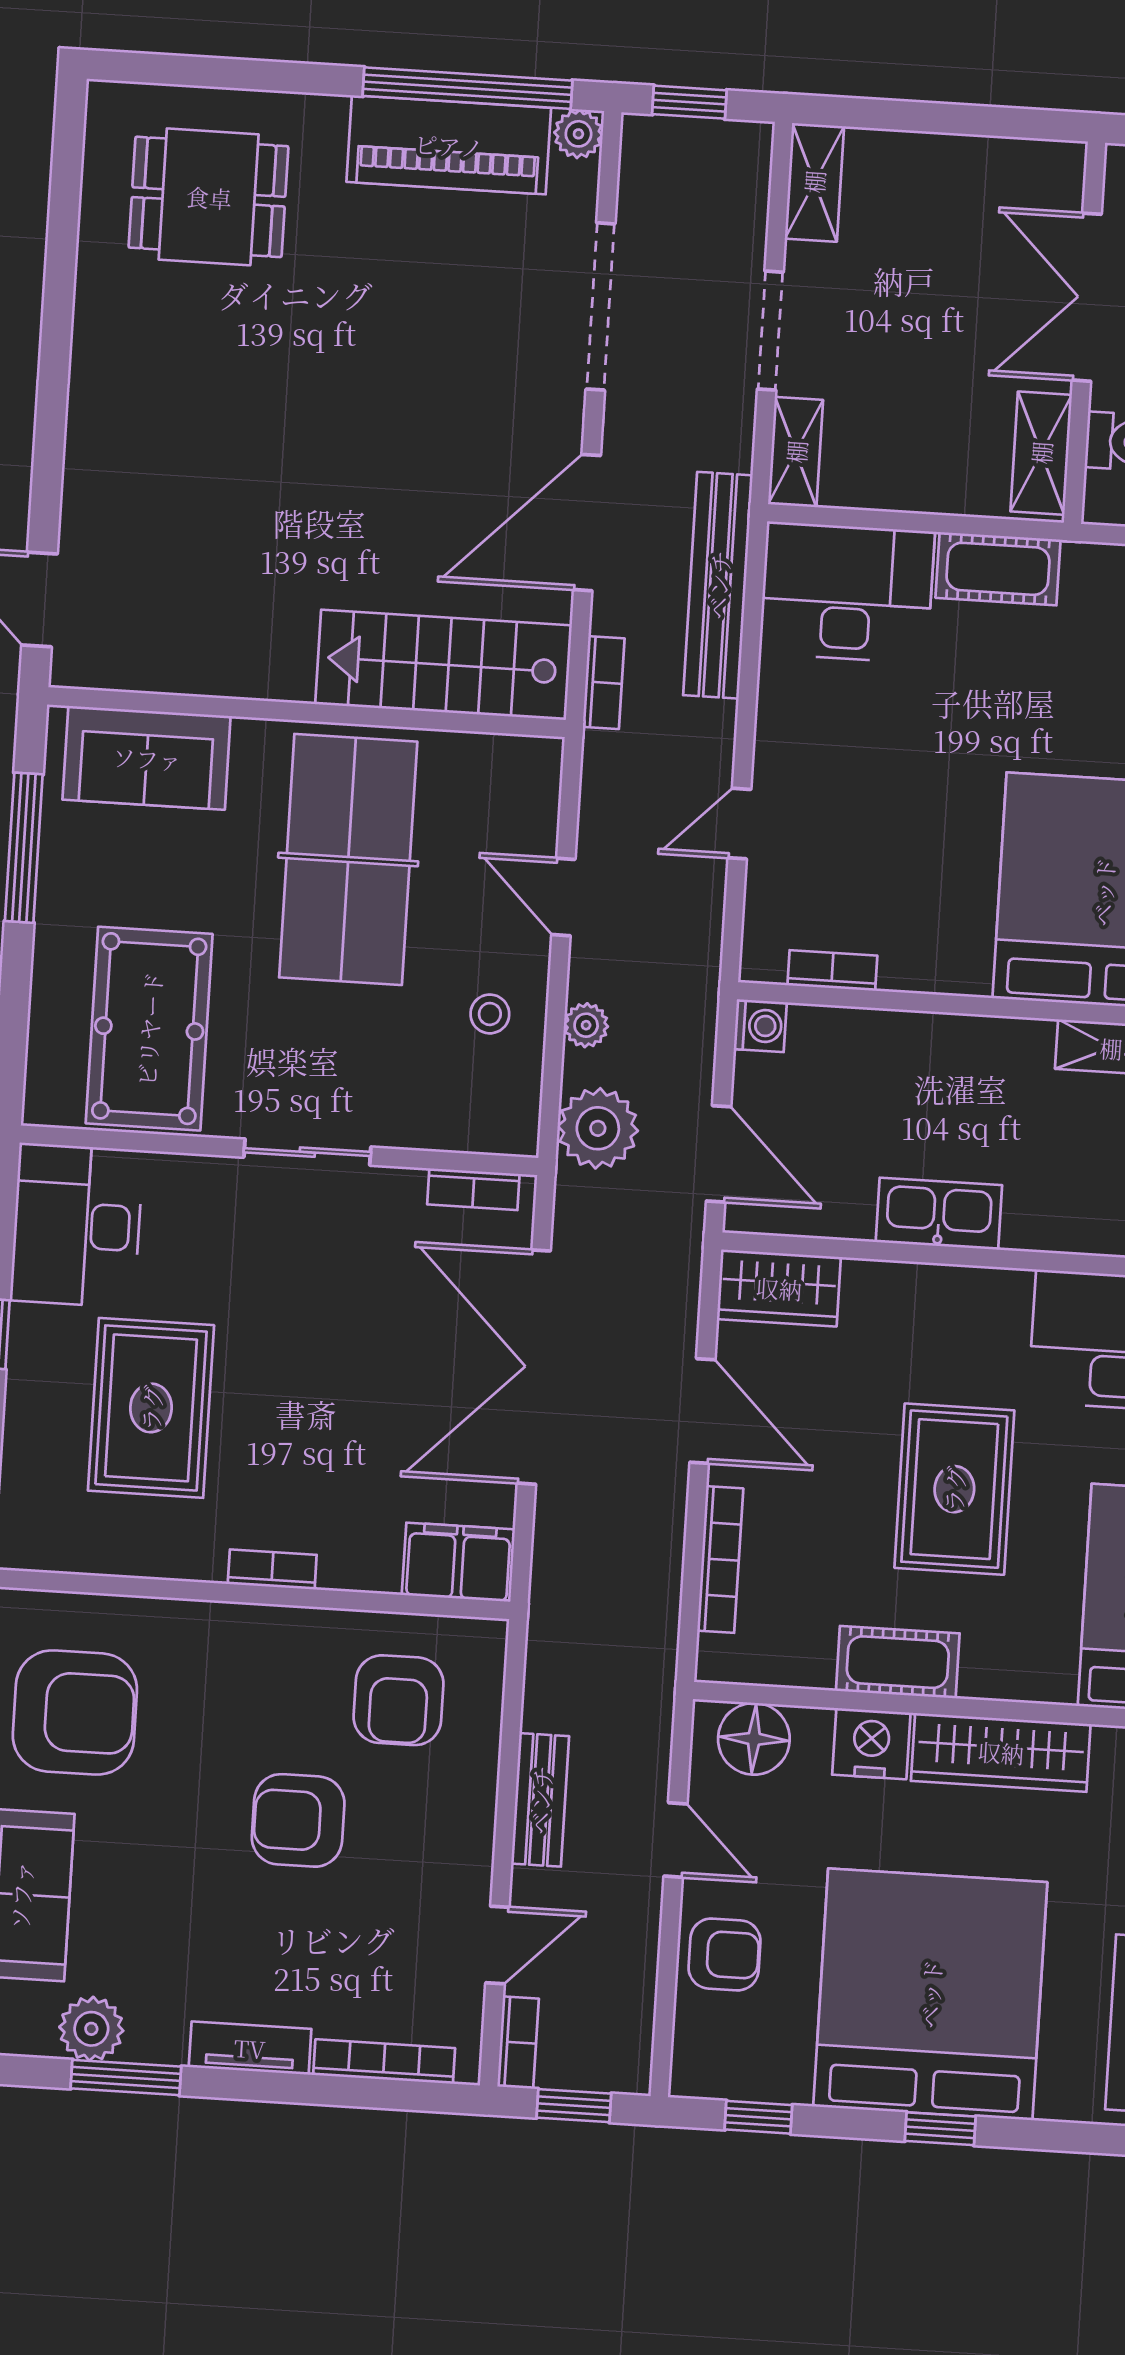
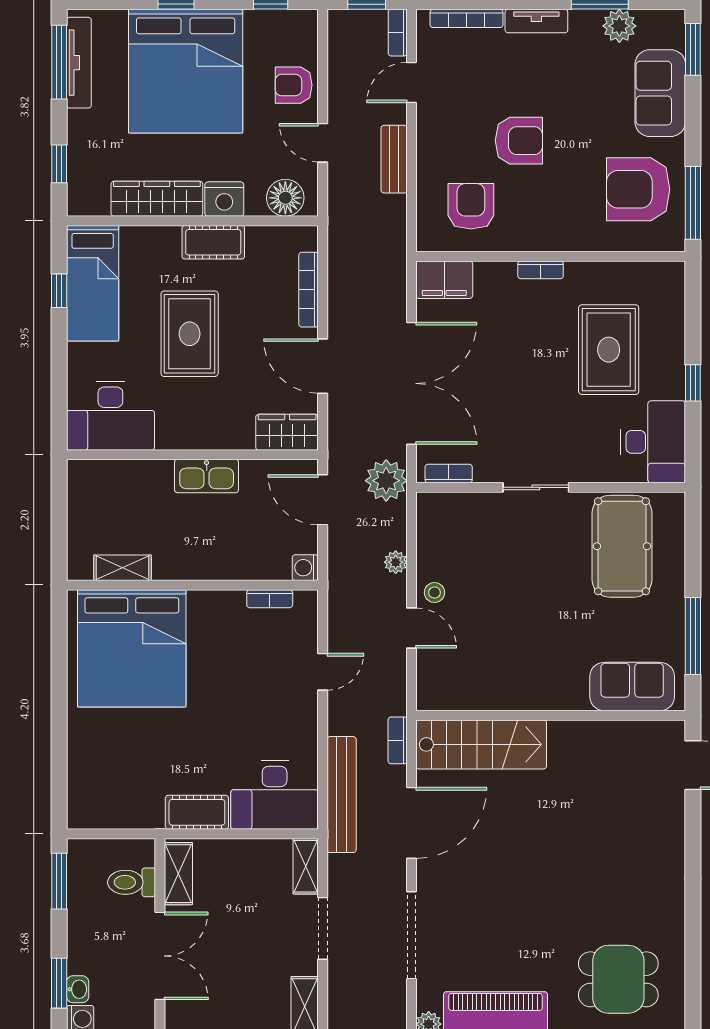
table tennis table: (348, 859) -> (524, 640), removed
stool: (490, 1014) -> (435, 593), moved
plant: (598, 1128) -> (386, 481), moved

